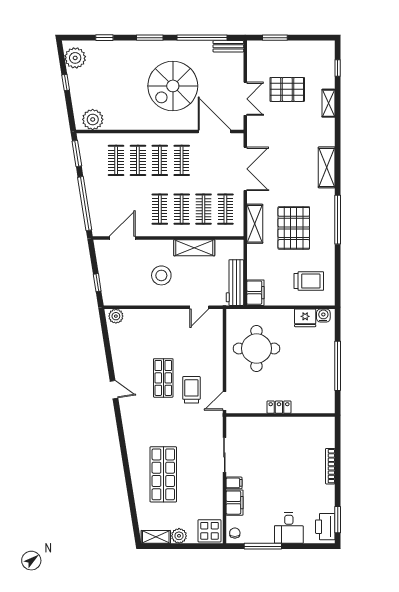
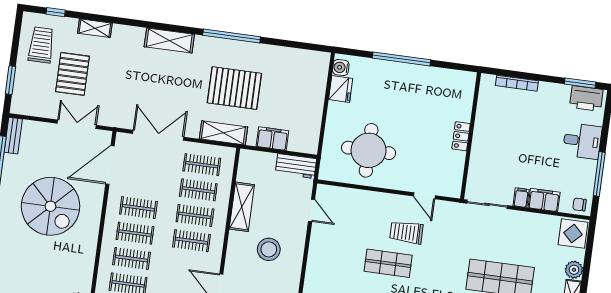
trolley: (309, 281) -> (41, 45), moved
workbench: (235, 283) -> (296, 166), width x0.73
filing cabinet: (255, 293) -> (272, 139), moved
locker: (279, 407) -> (461, 136), moved
wall: (280, 415) -> (471, 136), moved

